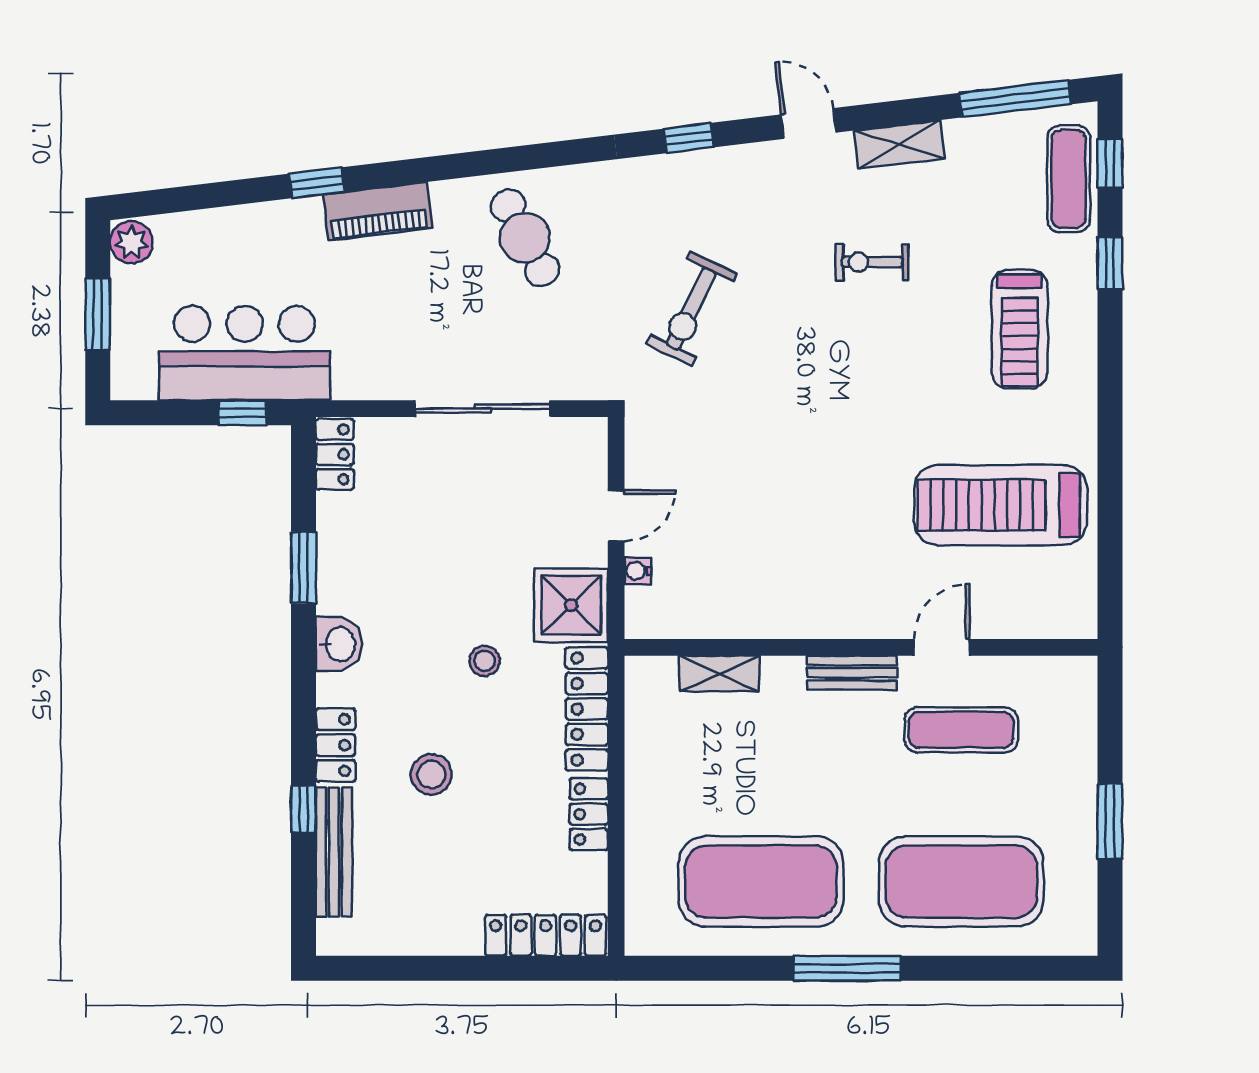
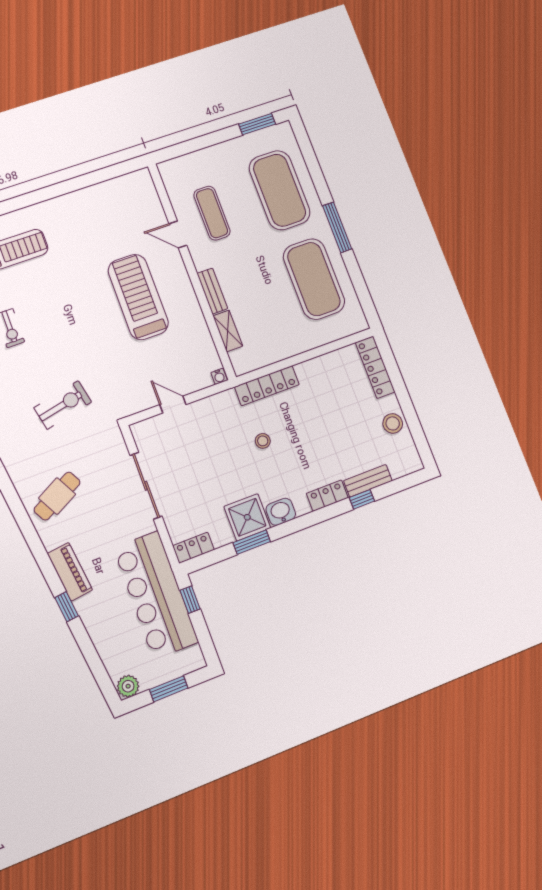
exercise bike: (691, 309) -> (63, 405), turned -38
bar counter: (244, 353) -> (156, 595), width x1.36
treadmill: (1000, 505) -> (138, 297), moved, turned 180
water cooler: (638, 571) -> (219, 376), moved
shower: (571, 605) -> (247, 517), moved
bench: (852, 673) -> (212, 291), moved
stool: (431, 774) -> (393, 423), moved
locker: (589, 814) -> (314, 367), removed
window: (1110, 821) -> (257, 124), moved
bench: (334, 852) -> (368, 481), width x0.73

